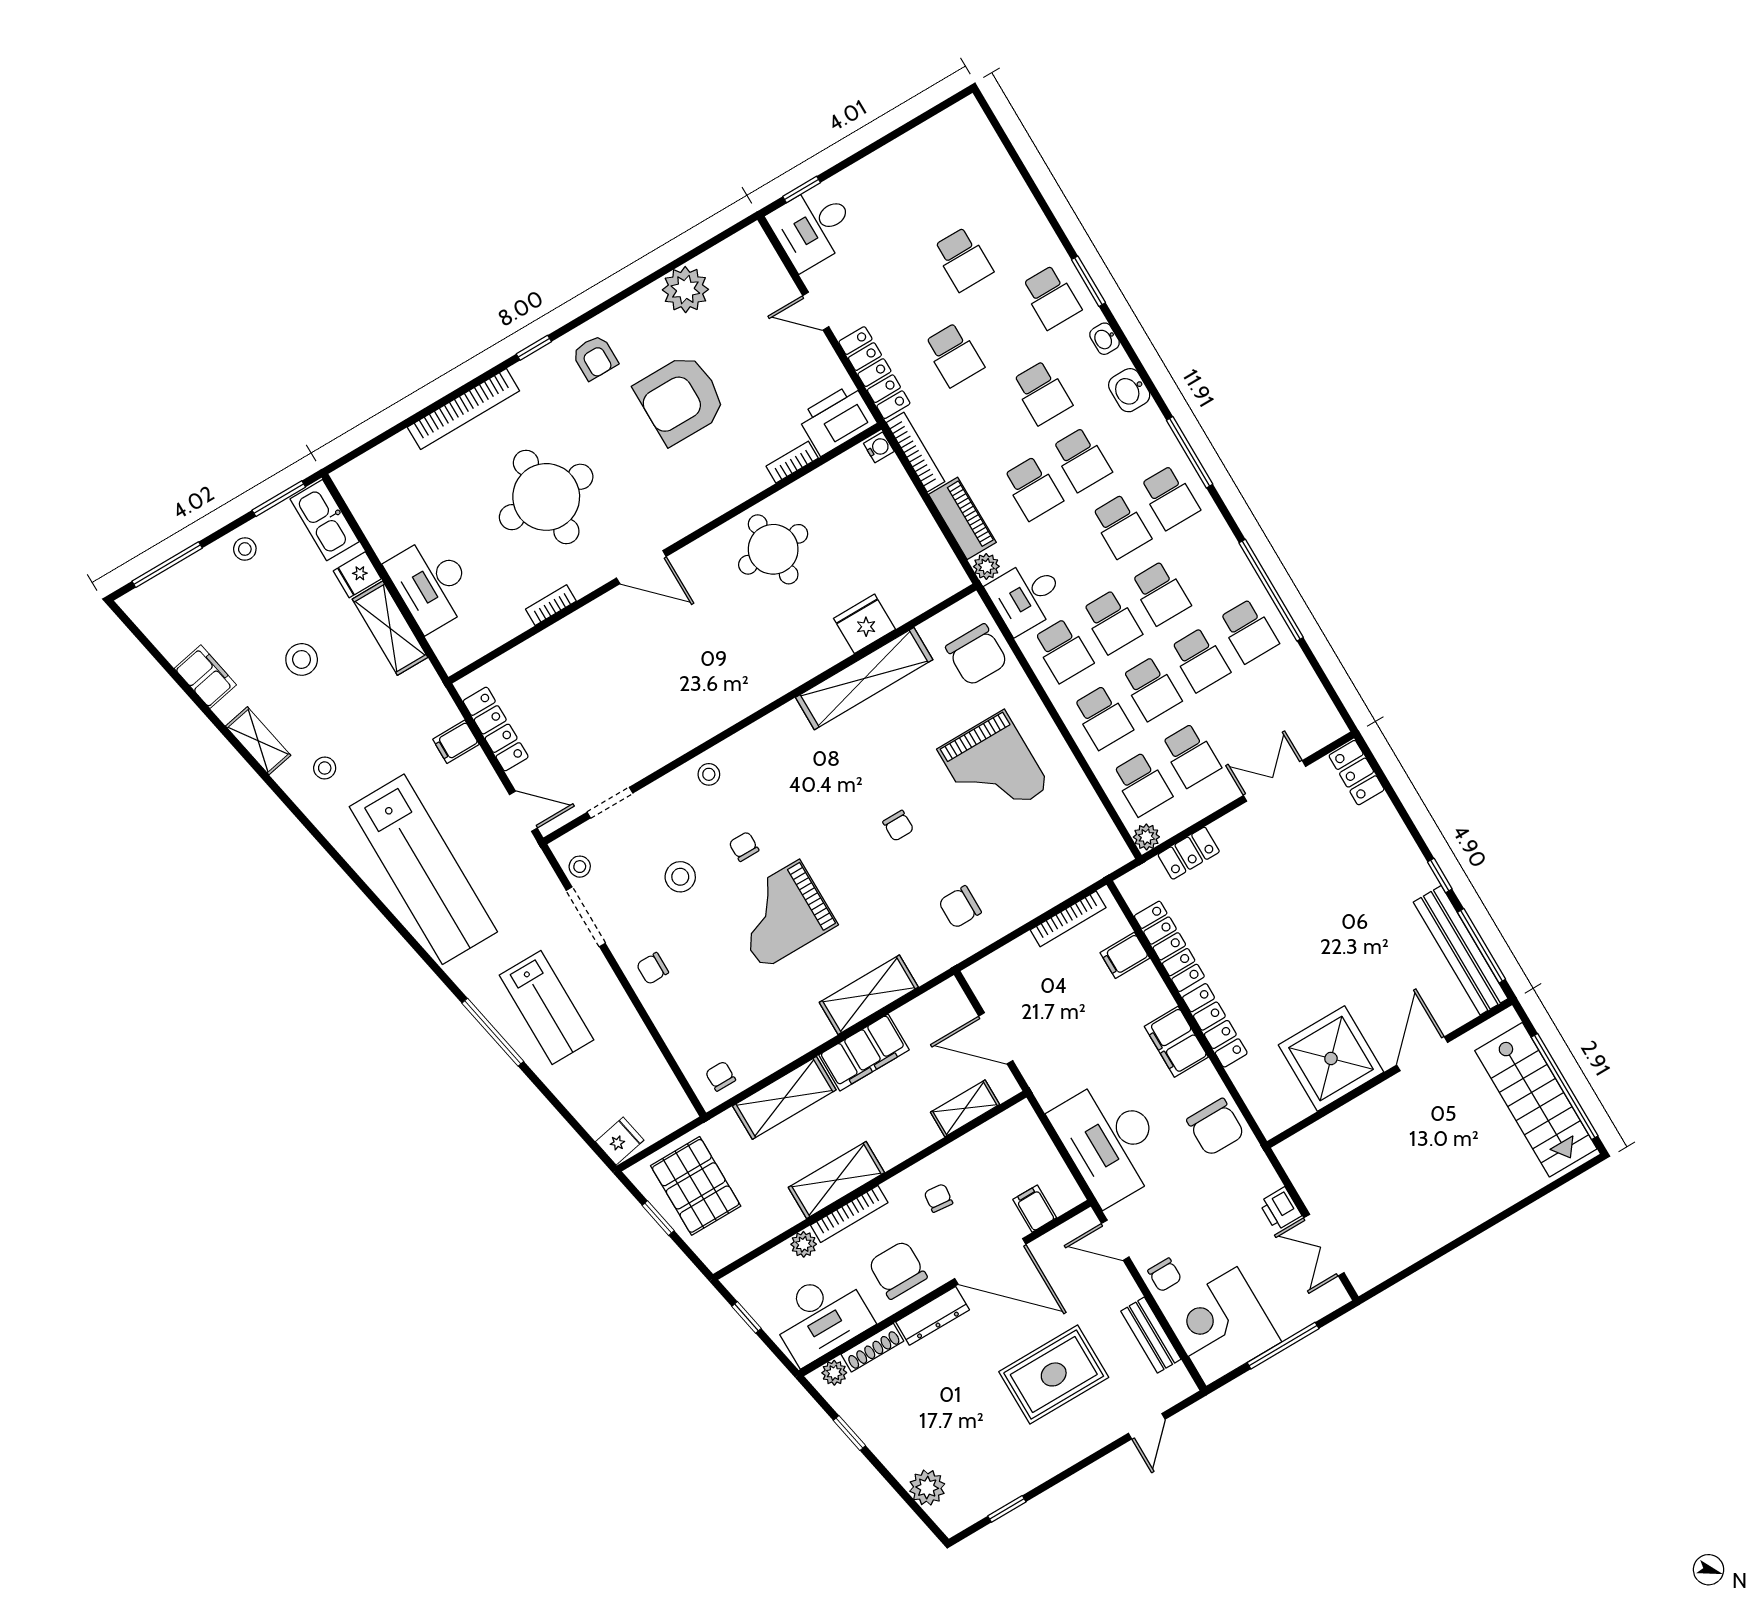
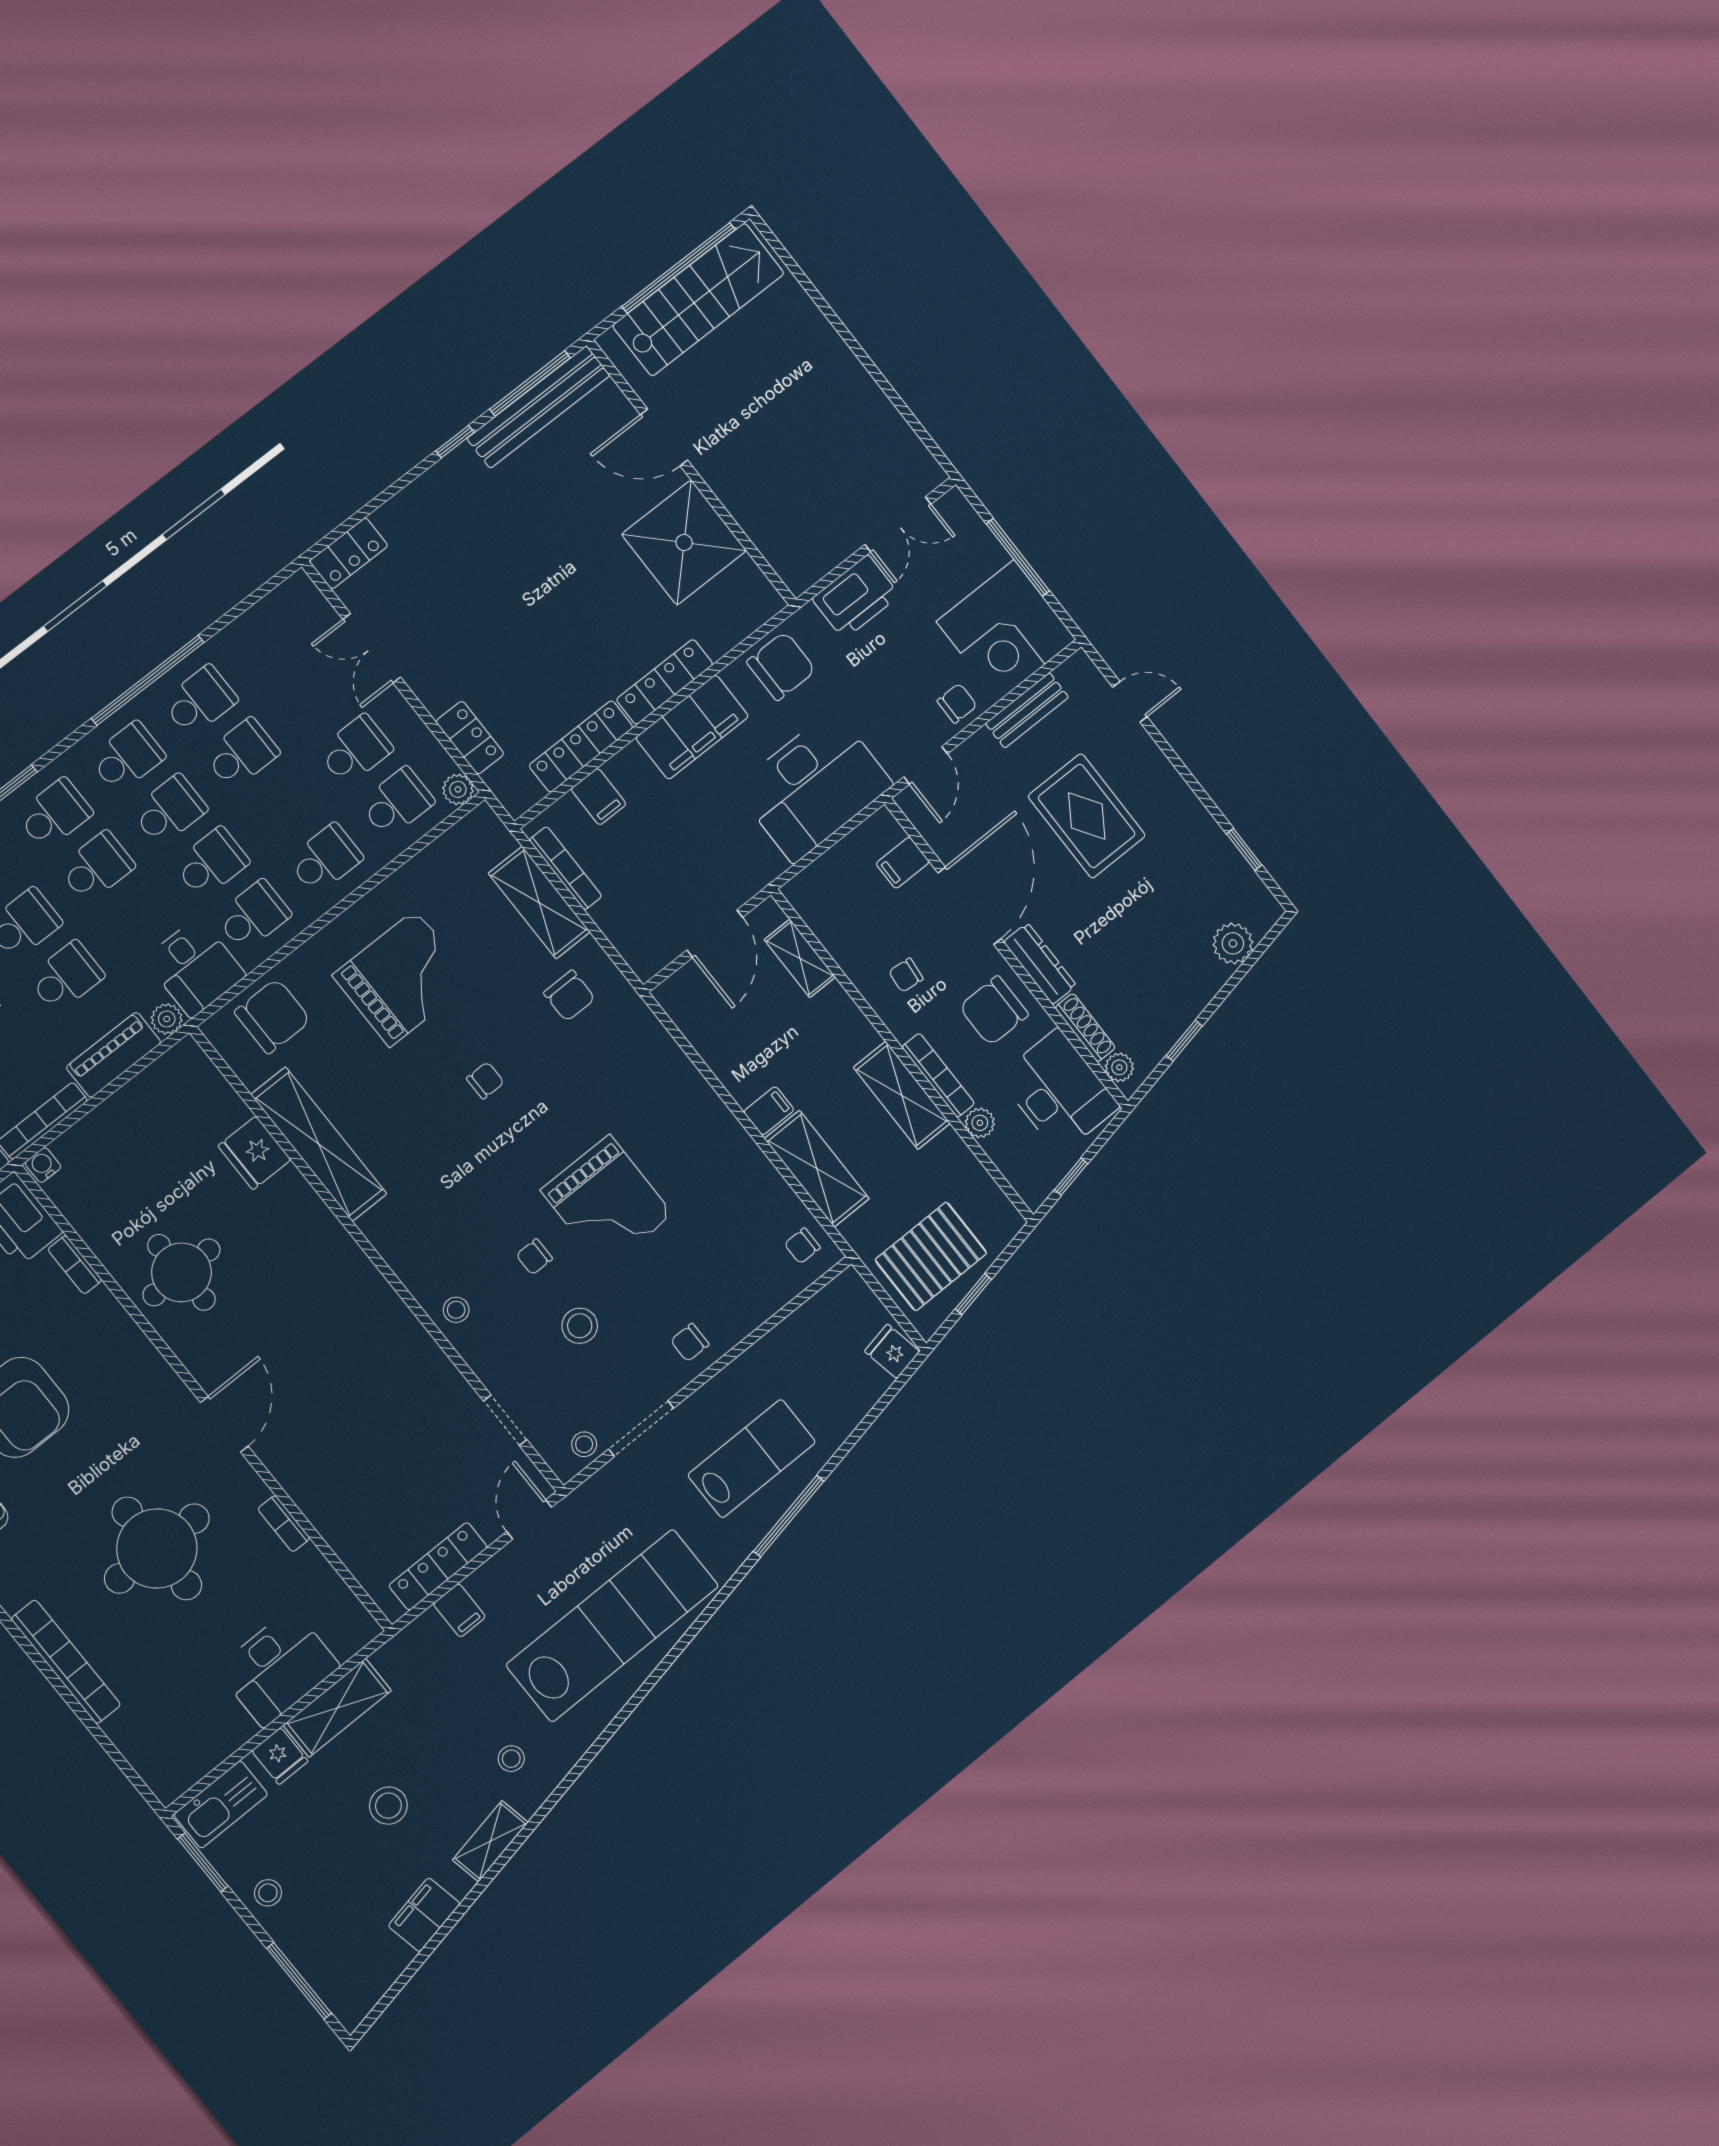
school desk: (1151, 689) -> (127, 757), moved
chair: (653, 968) -> (690, 1342), turned 90
shelving: (869, 995) -> (539, 903), moved
filing cabinet: (1176, 1042) -> (692, 727), width x1.50, depth x1.17
filing cabinet: (864, 1052) -> (769, 1111), width x0.33, depth x0.86
printer: (1280, 1209) -> (856, 597), width x1.87, depth x1.48

